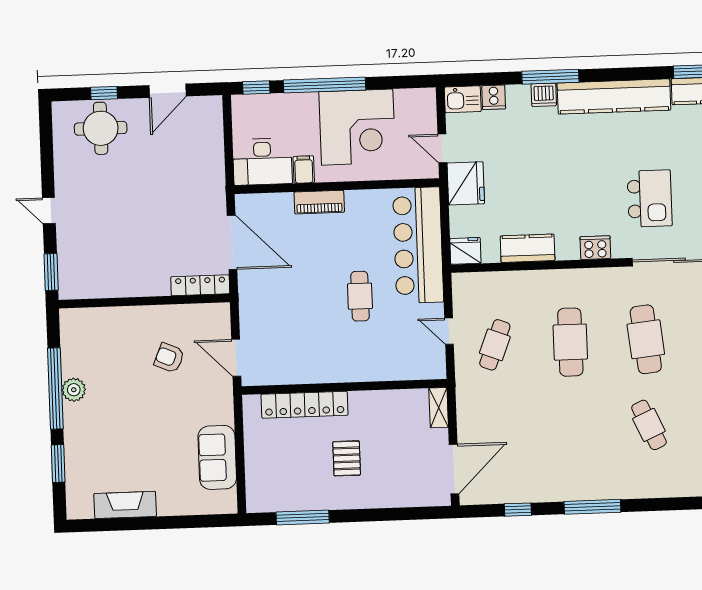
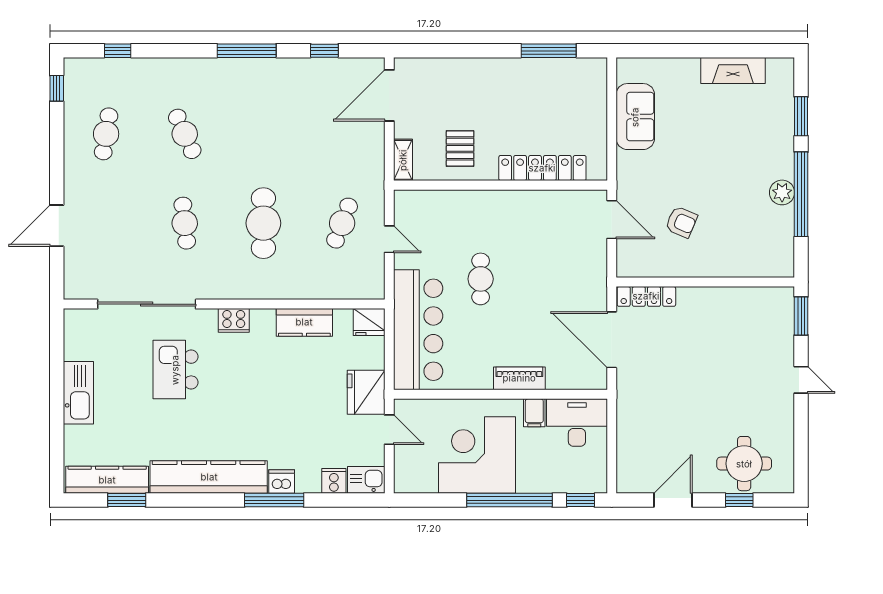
cafe table: (646, 339) -> (185, 223), width x0.73, depth x0.74
pallet: (347, 458) -> (460, 148), moved

